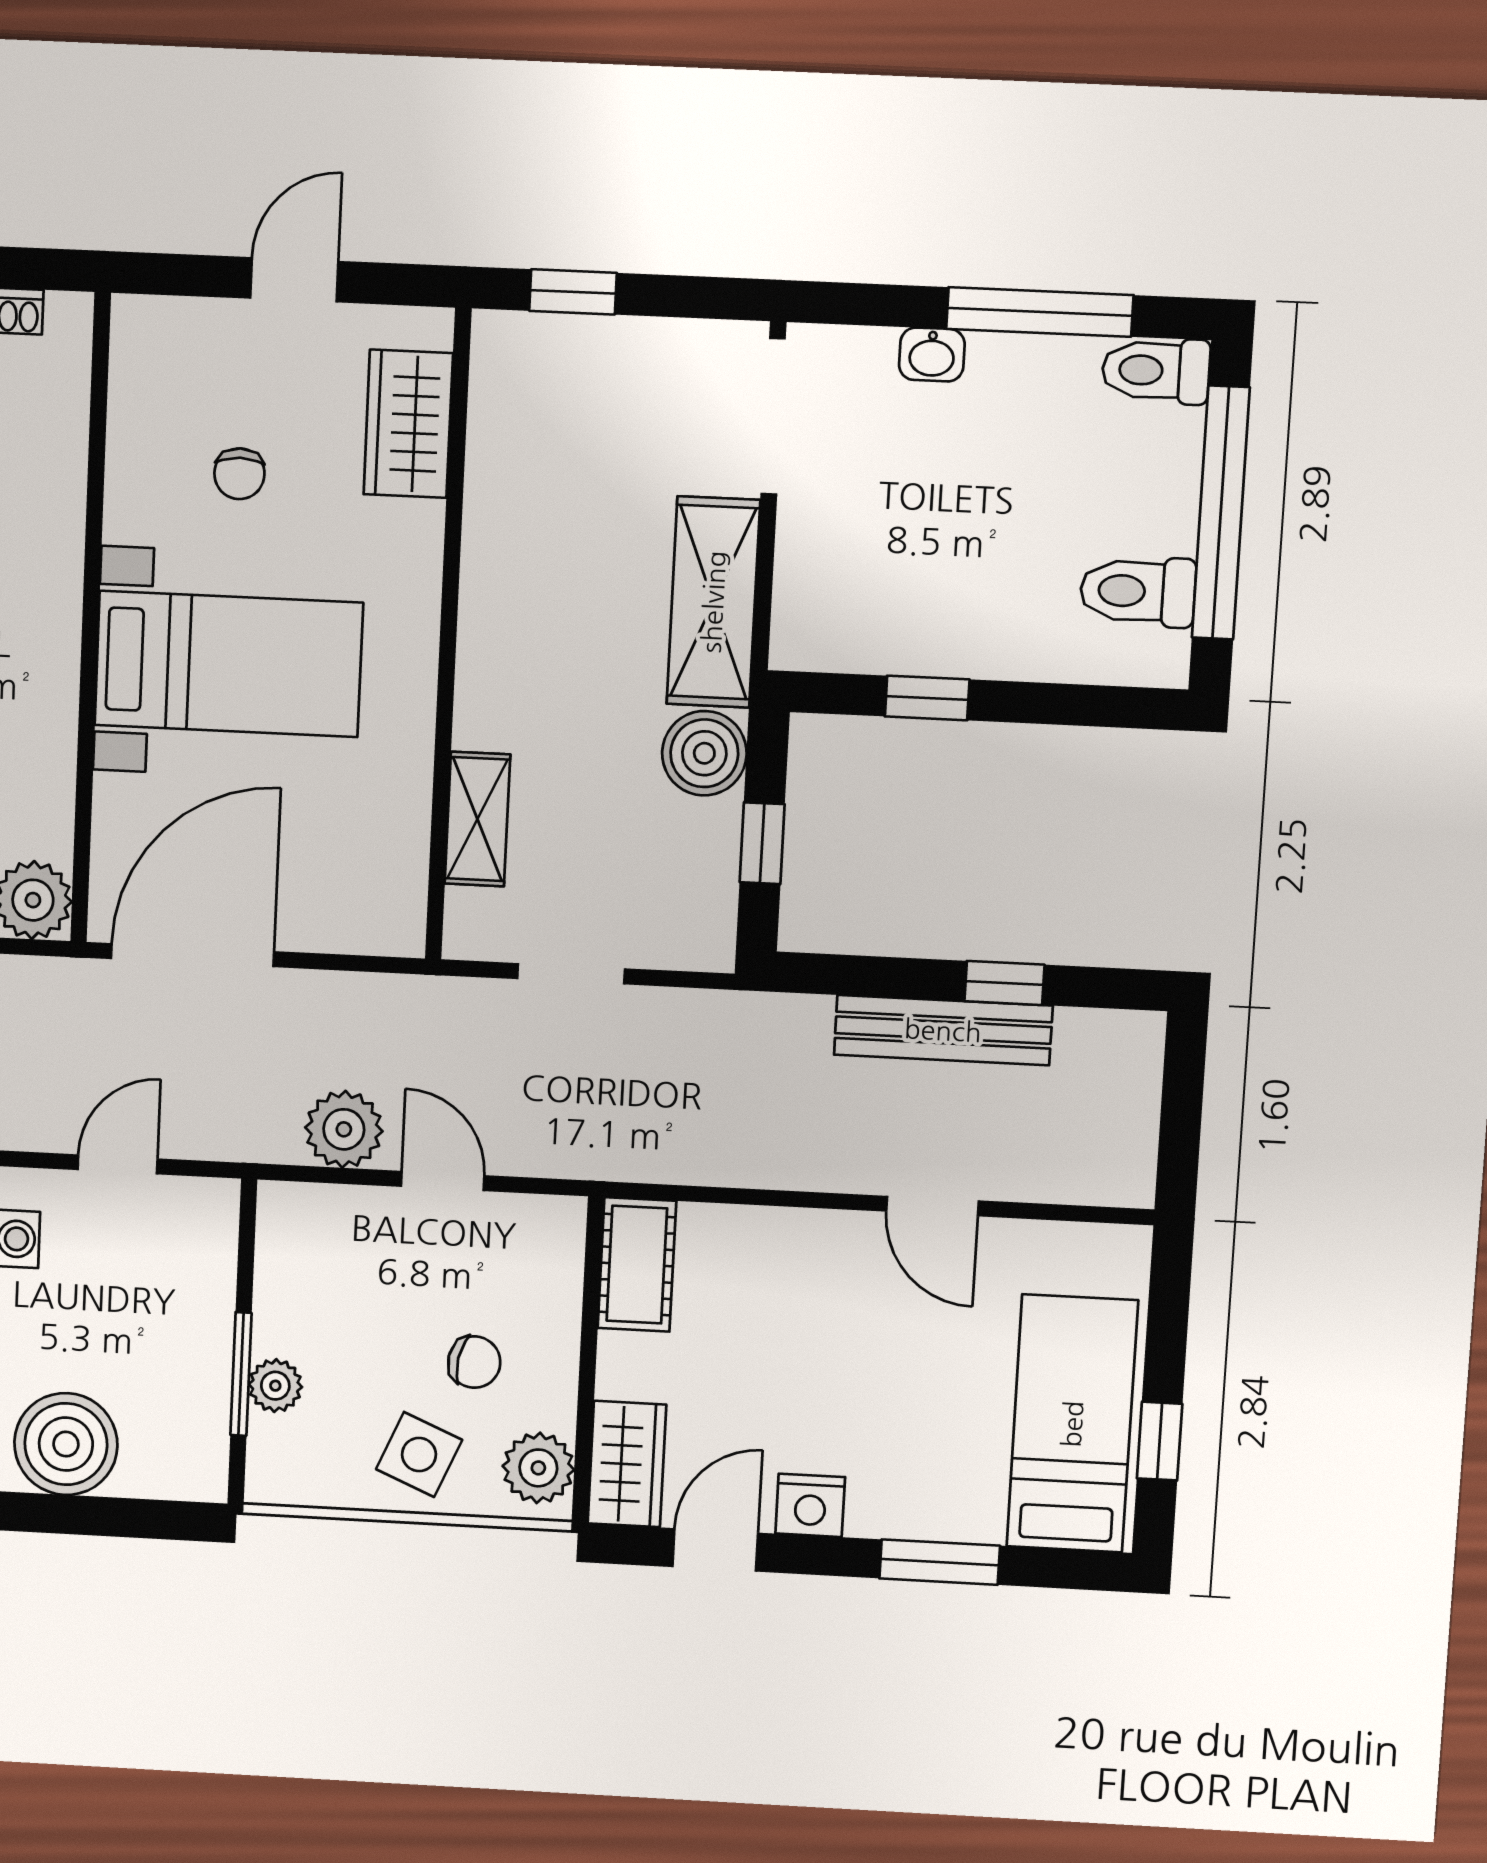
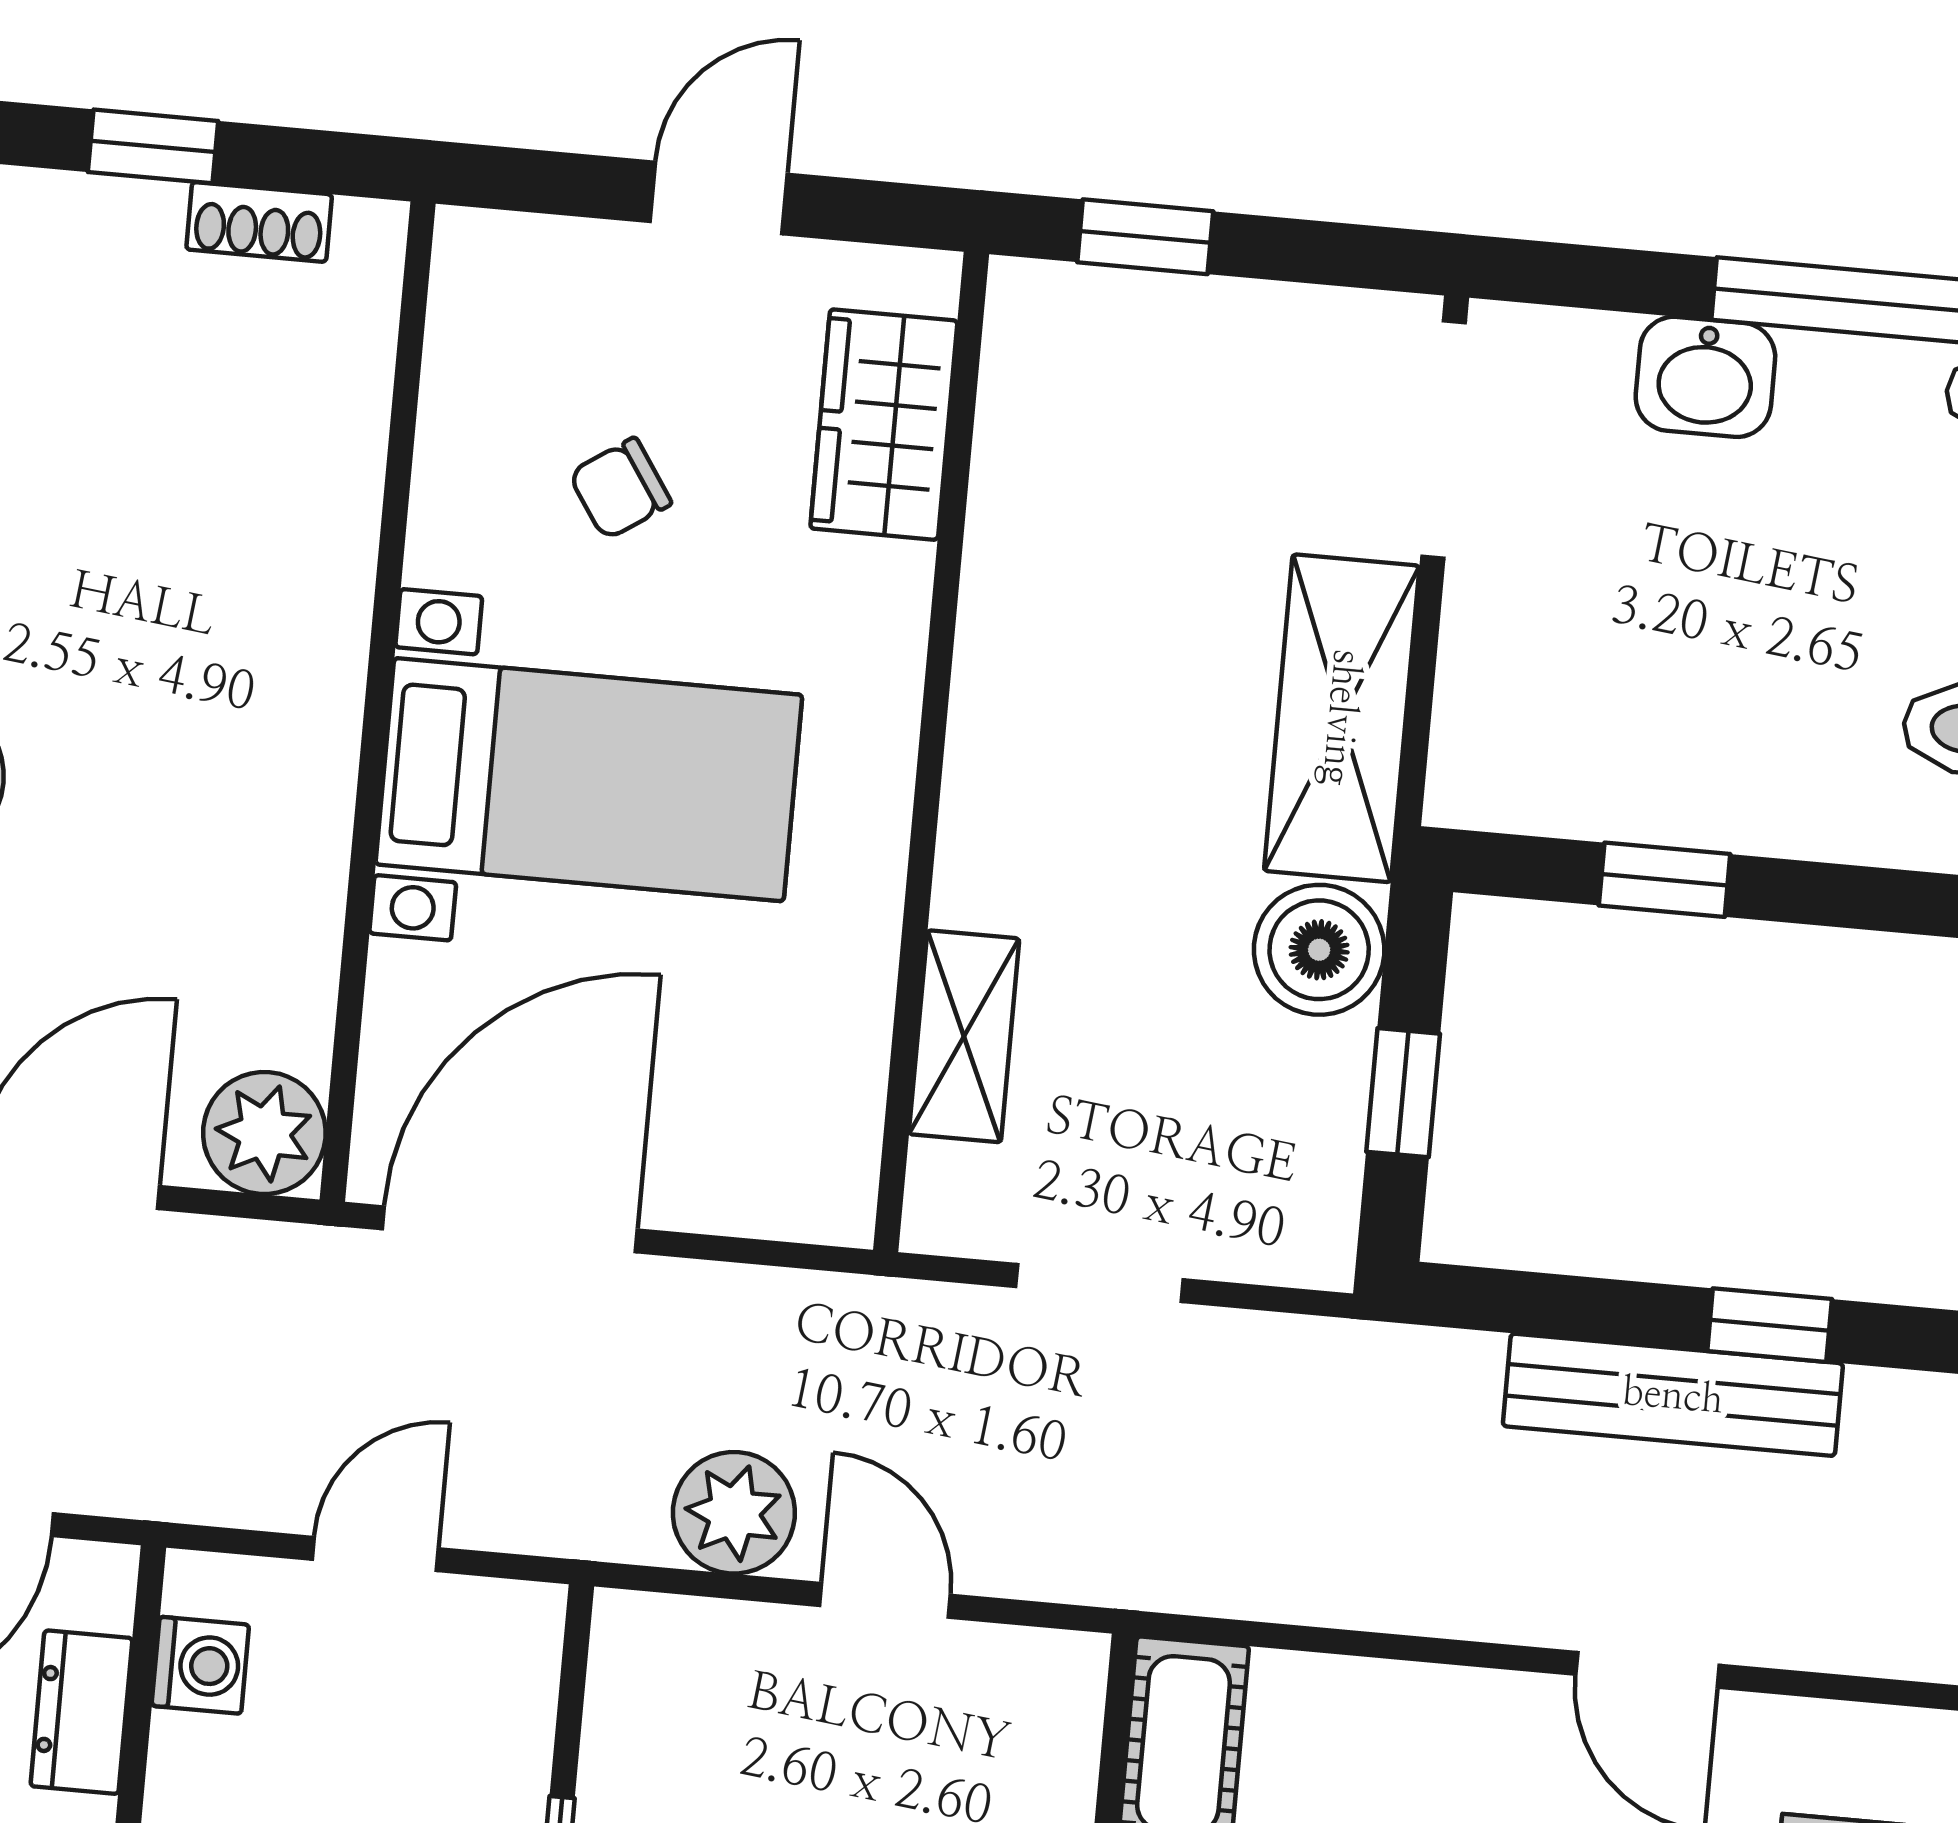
washbasin: (932, 355) -> (1705, 377), width x1.38, depth x1.45
chair: (239, 474) -> (620, 489), turned 56

